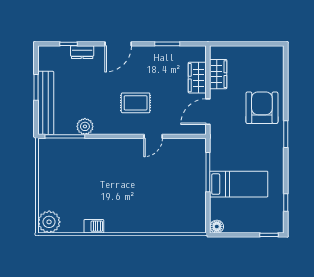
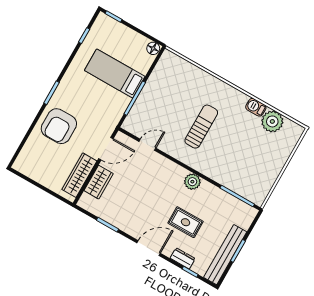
wardrobe: (218, 74) -> (79, 175), width x1.50
bench: (46, 103) -> (225, 255), moved
rug: (136, 103) -> (186, 222), moved
plant: (85, 126) -> (192, 182), moved
door: (153, 136) -> (147, 145), moved
sun lounger: (133, 181) -> (201, 127), added
plant: (49, 222) -> (272, 121), moved

